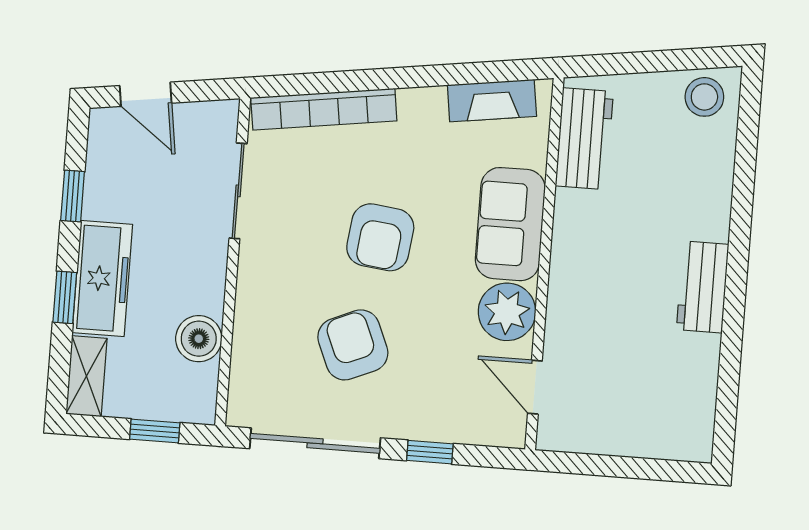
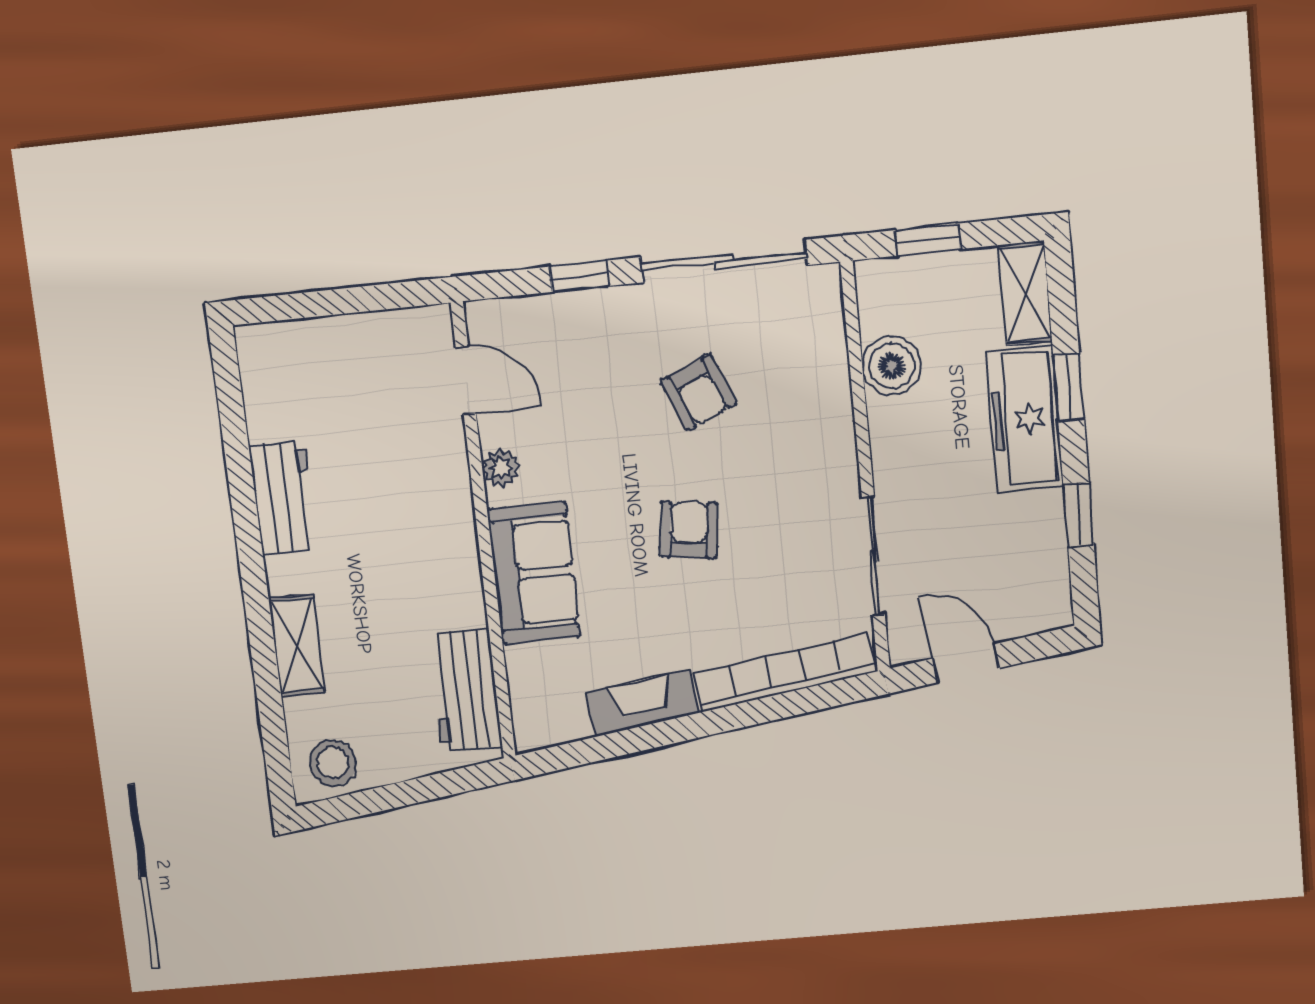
door: (146, 94) -> (966, 663), moved
fireplace: (492, 101) -> (642, 703), moved
shelving: (714, 199) -> (297, 645), added
armchair: (380, 237) -> (689, 530), width x0.72, depth x0.72
workbench: (703, 287) -> (283, 497), moved
plant: (507, 312) -> (501, 468), width x0.53, depth x0.53
armchair: (353, 345) -> (699, 392), width x0.72, depth x0.72

